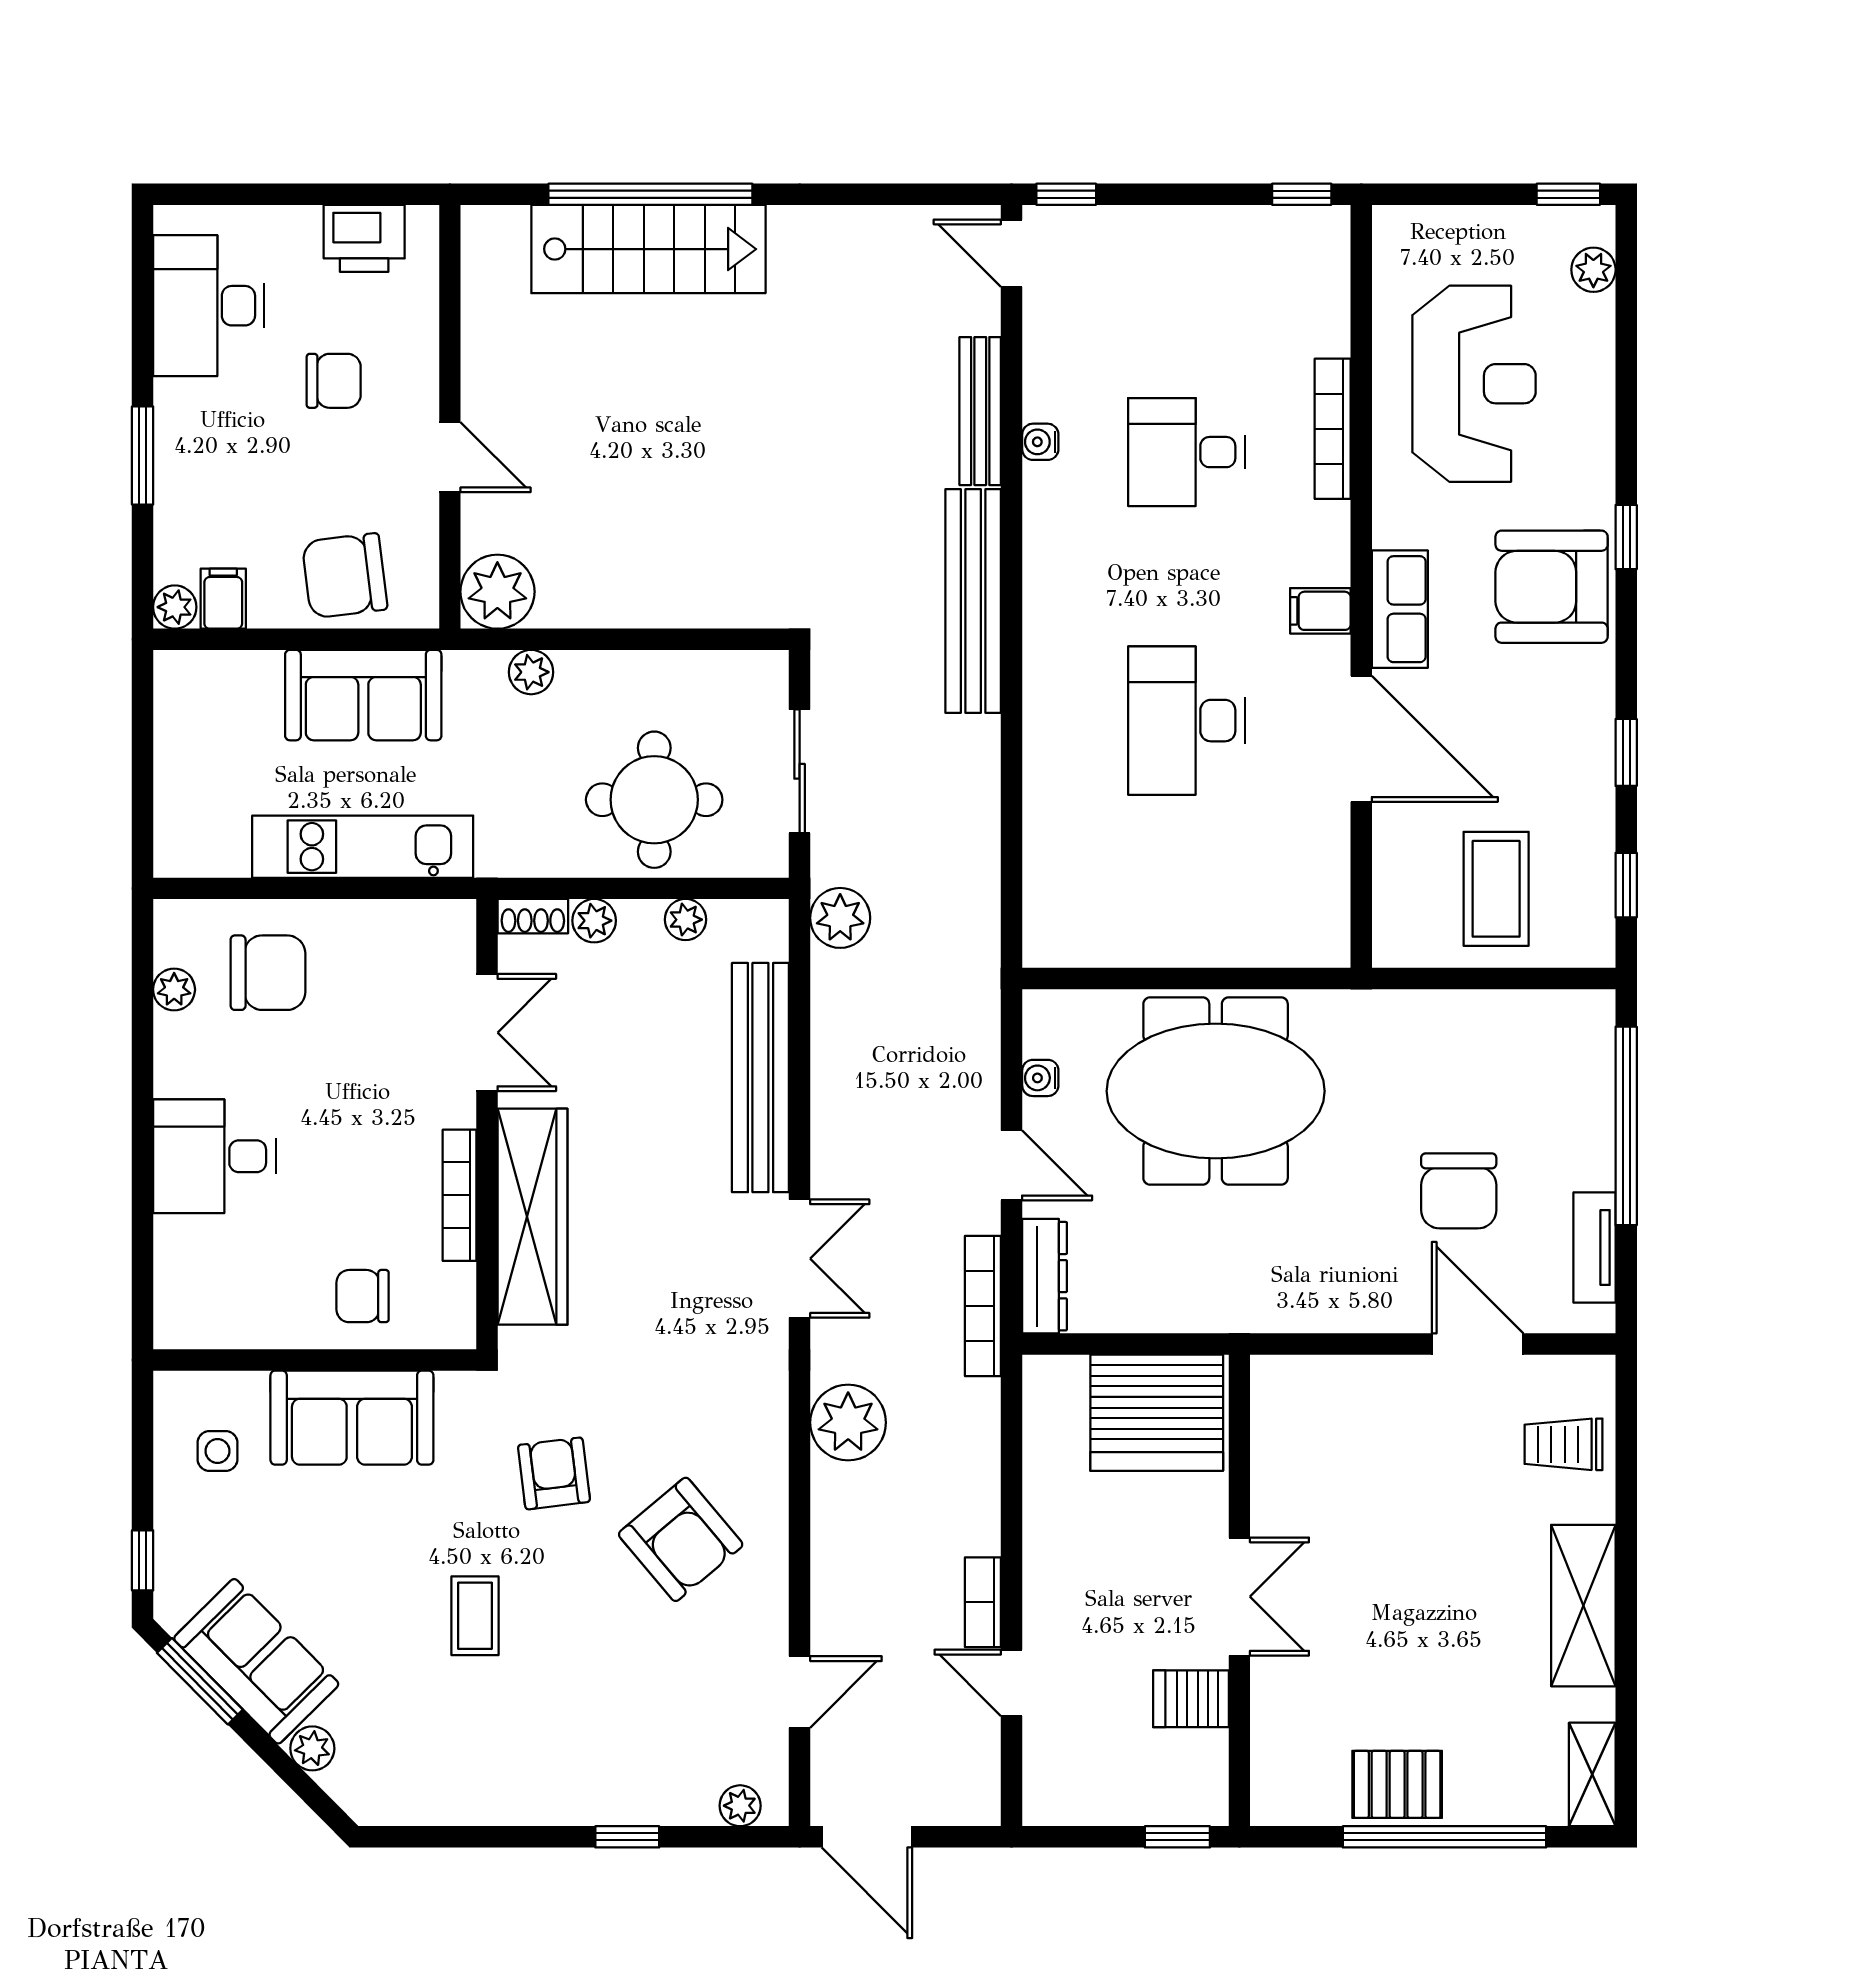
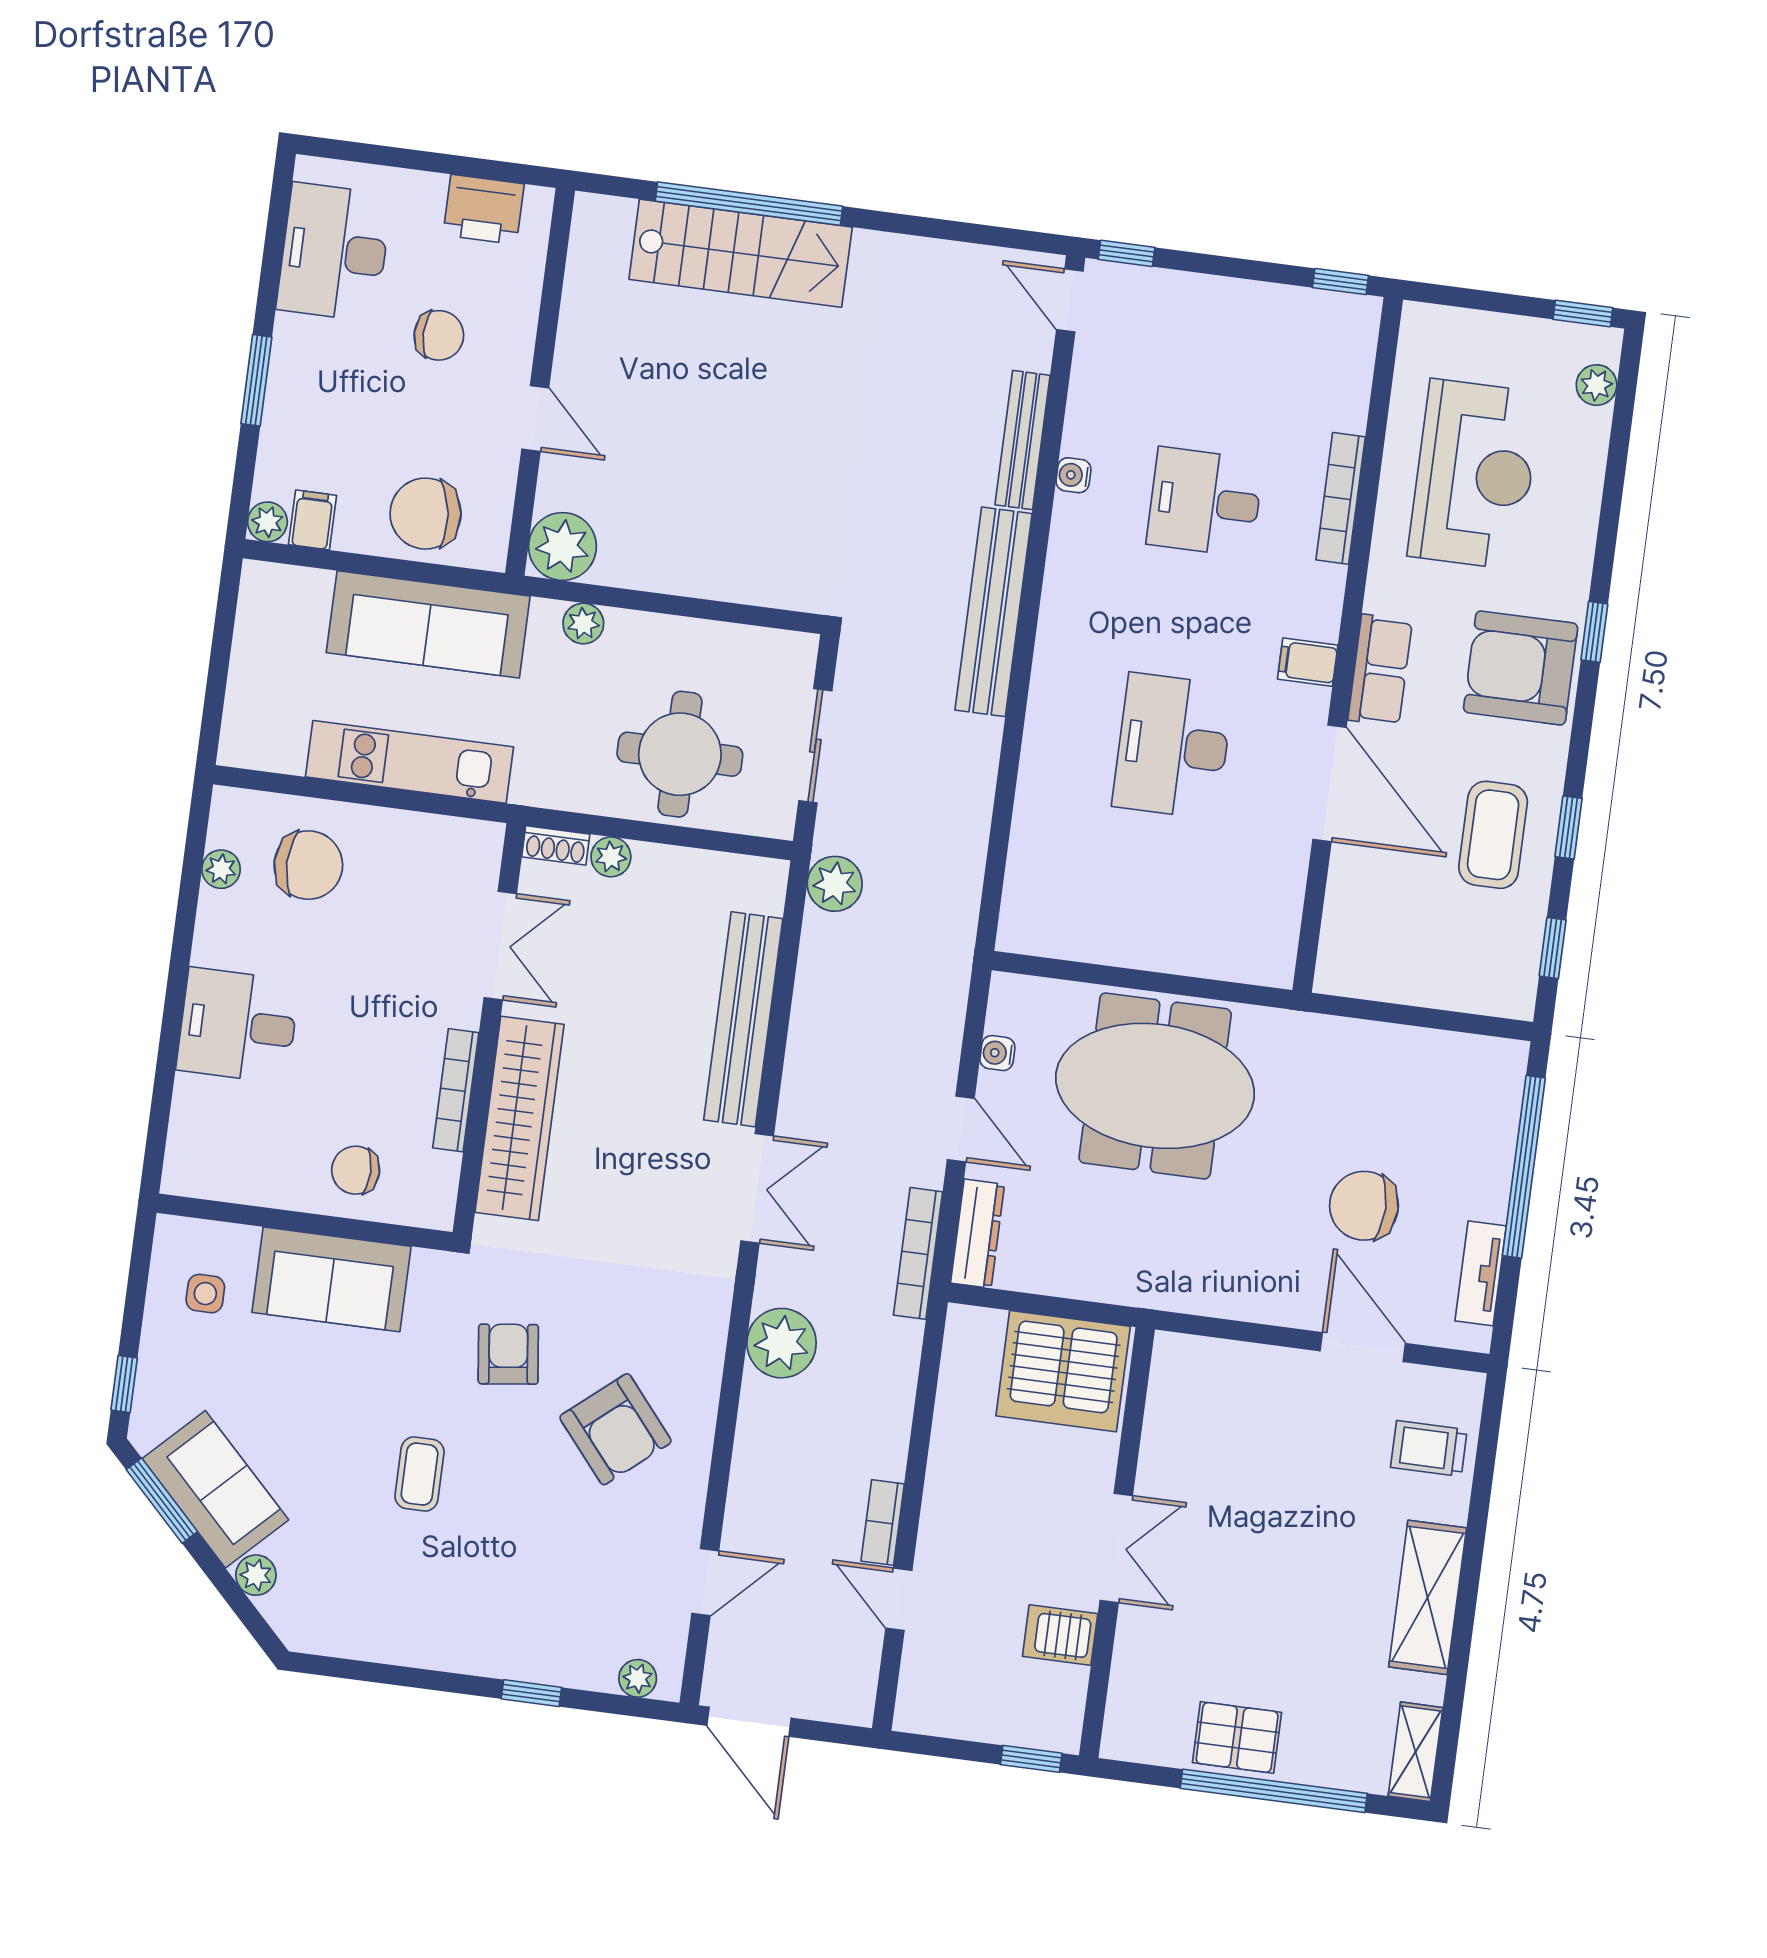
sofa: (363, 695) -> (428, 624), width x1.36
coffee table: (1496, 889) -> (1493, 835), moved
plant: (686, 920) -> (694, 867), removed
chair: (1459, 1191) -> (1364, 1206), turned 90

